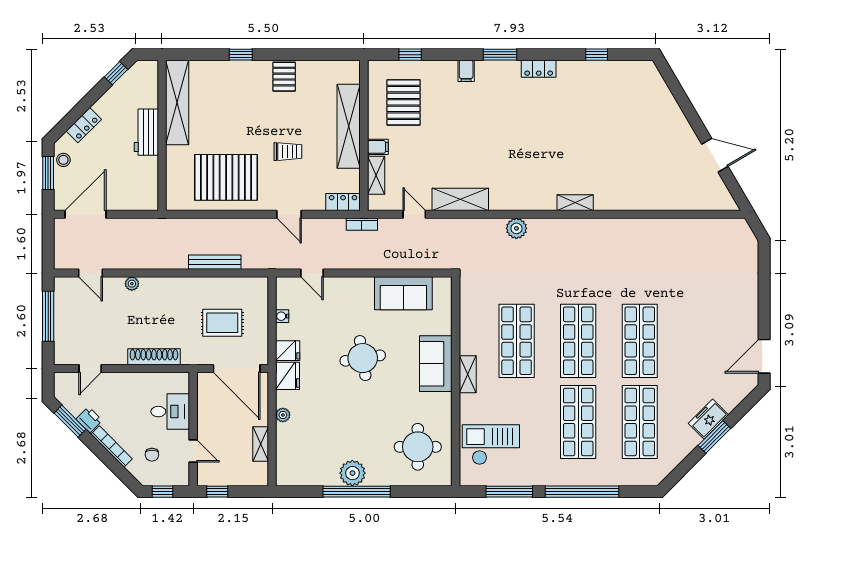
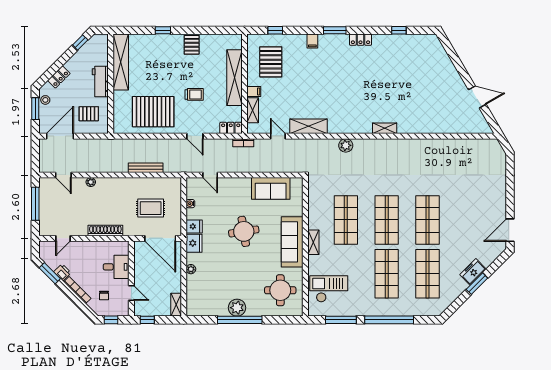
pallet: (129, 181) -> (89, 114), added
sofa: (436, 364) -> (292, 242), width x1.36
shelving: (261, 444) -> (176, 305), moved

